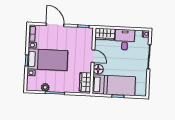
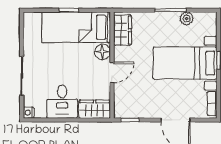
door: (93, 56) -> (112, 73), swing flipped

